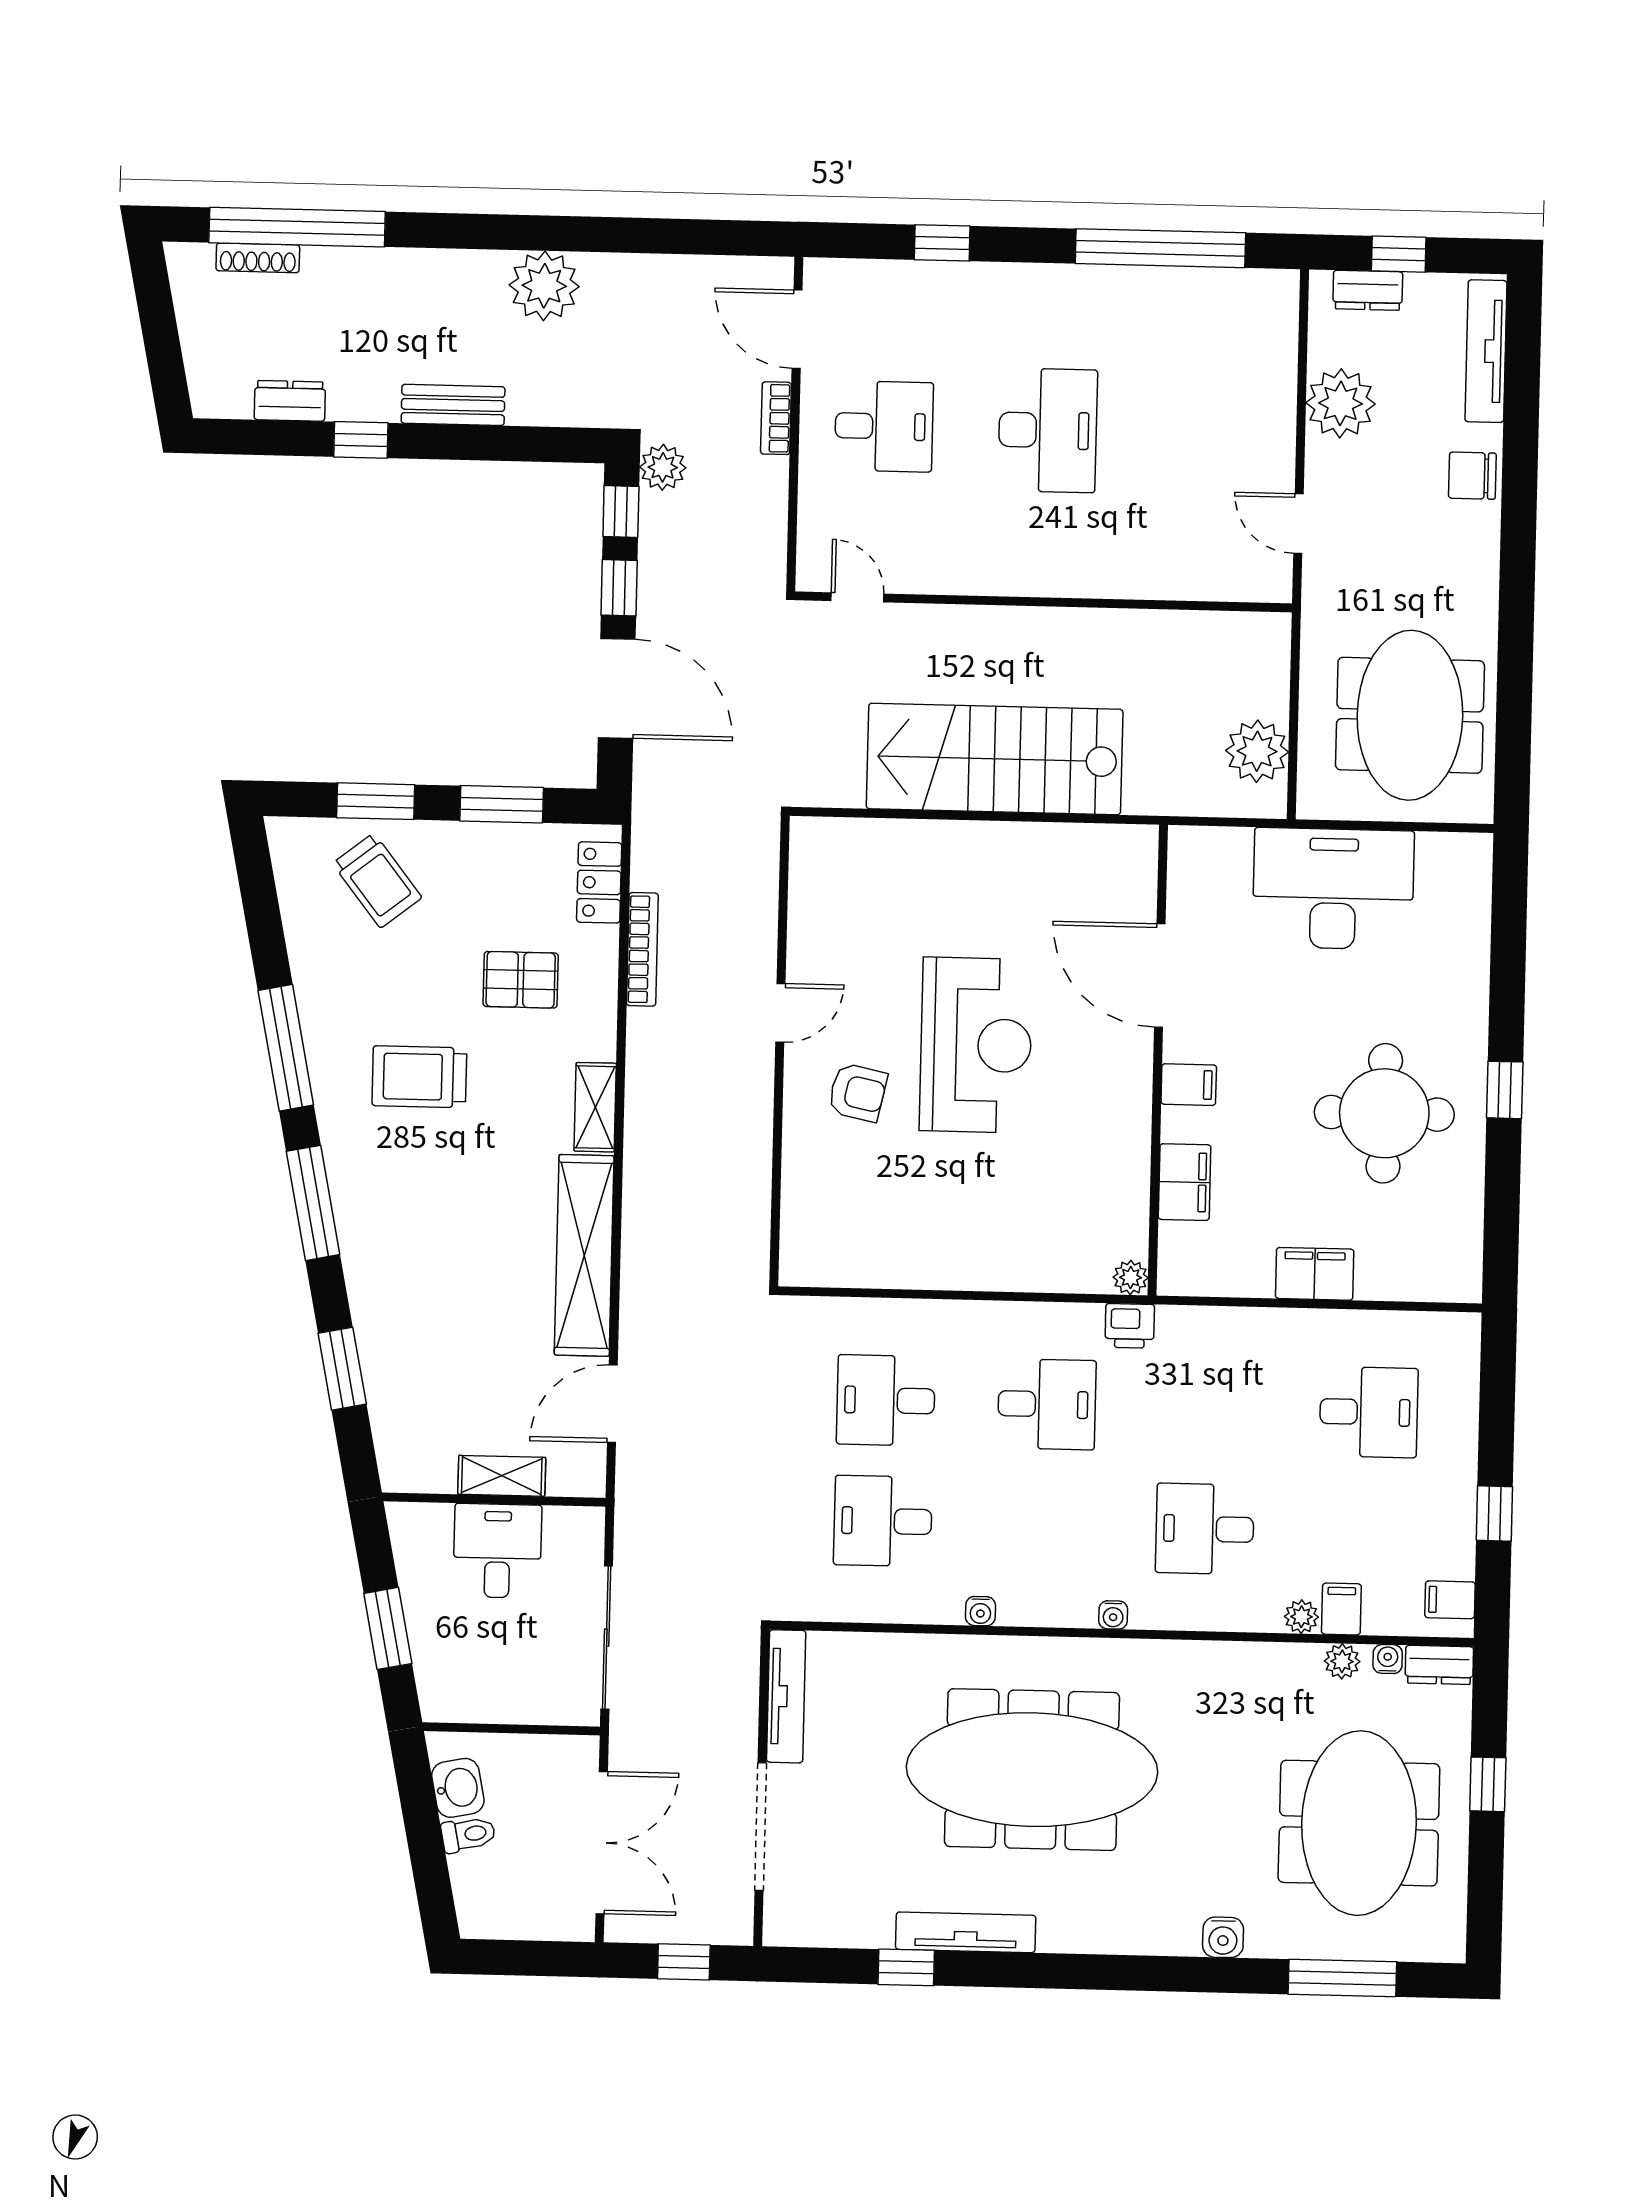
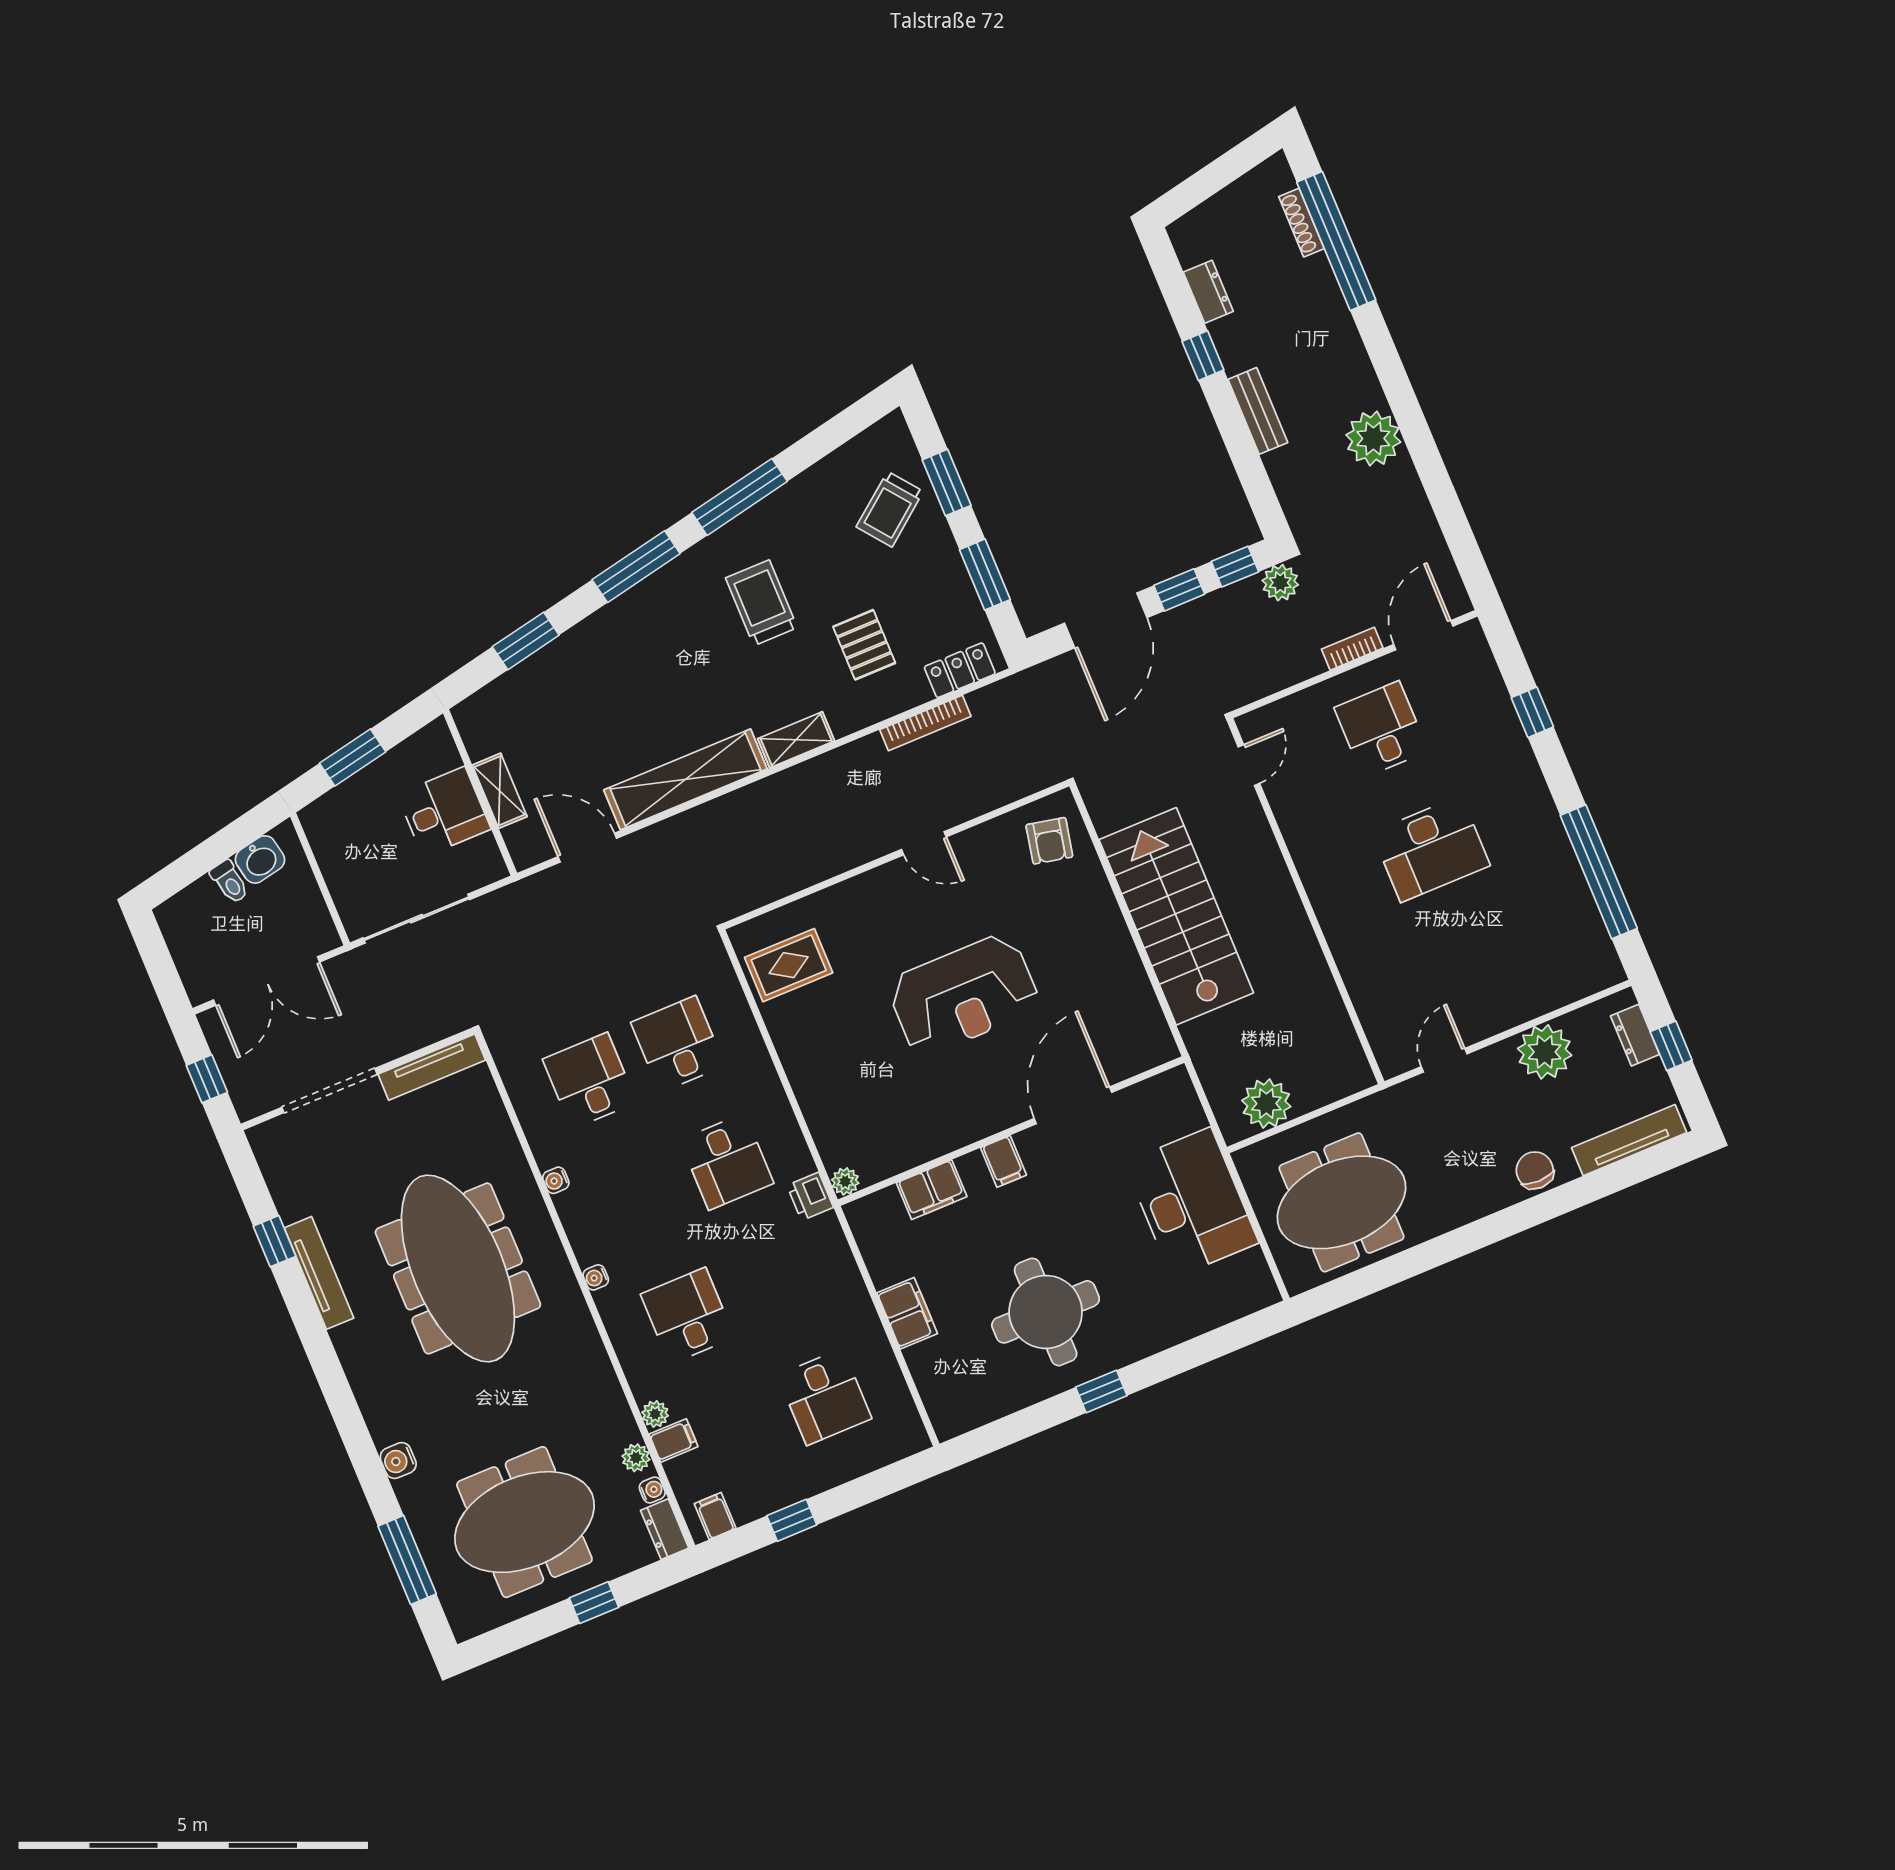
desk: (884, 426) -> (1381, 729), turned 180
armchair: (858, 1092) -> (1049, 841), moved
rug: (852, 1232) -> (789, 965), added

